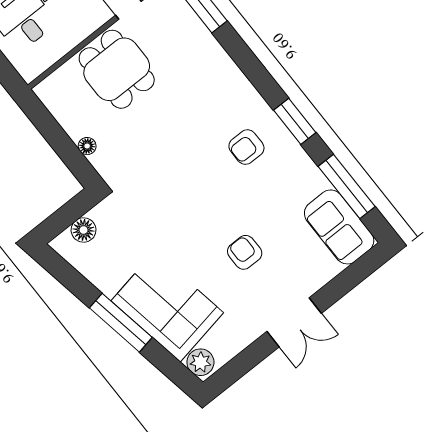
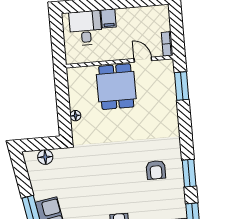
armchair: (246, 147) -> (156, 170), turned -90

